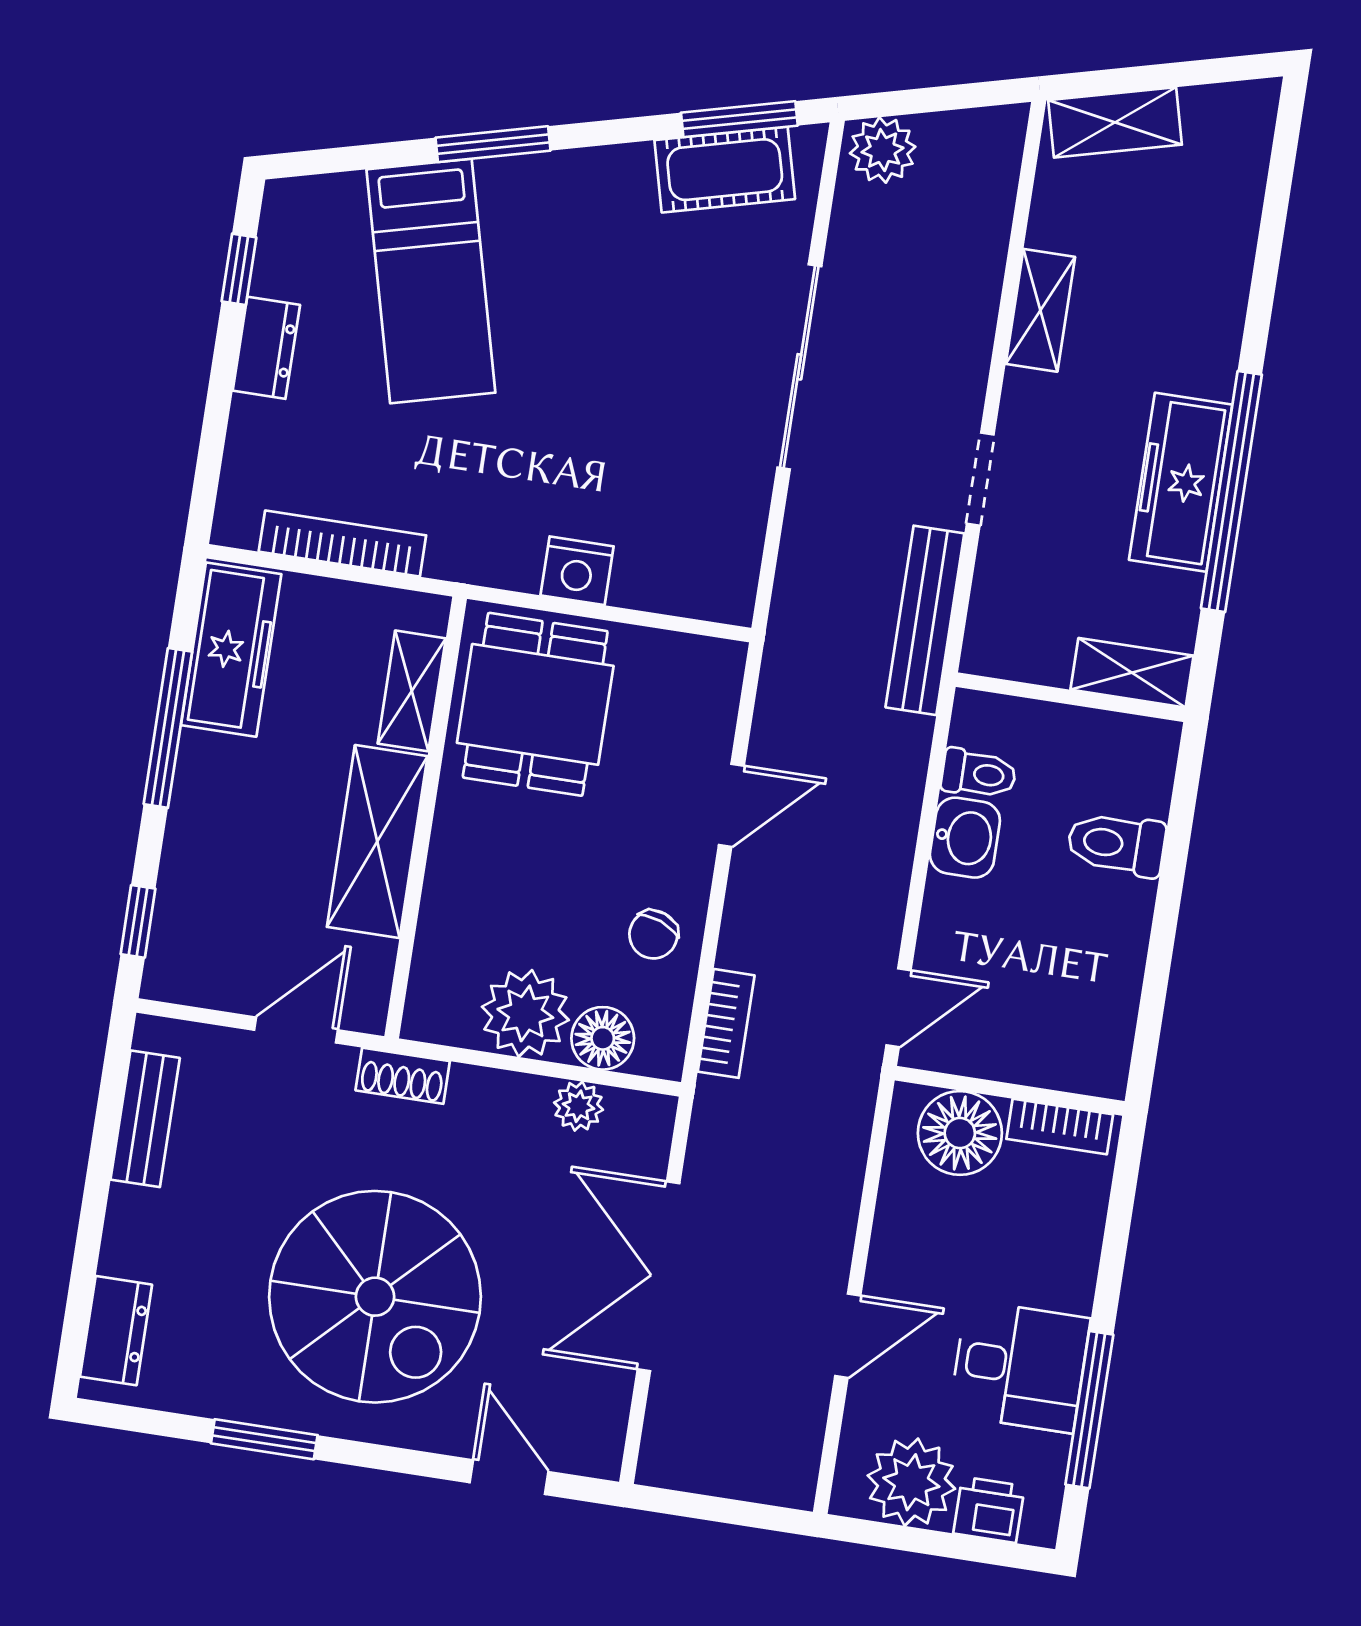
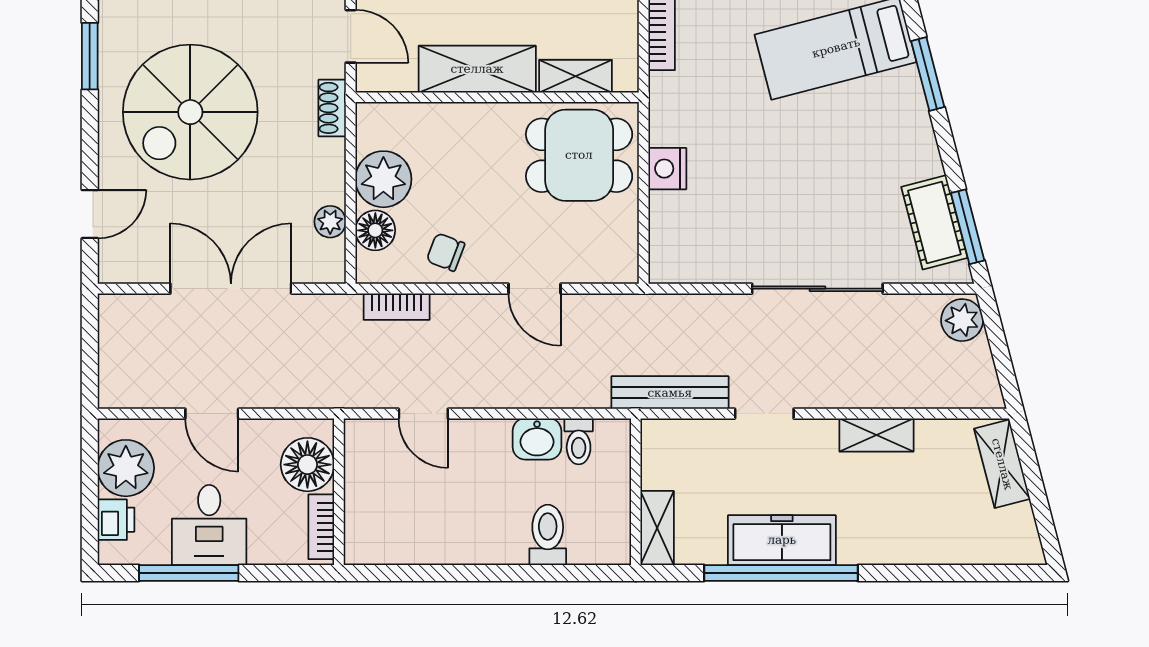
wall: (1010, 1091) -> (339, 492), moved
bookcase: (1060, 1127) -> (321, 527), moved
floor lamp: (960, 1133) -> (307, 465), moved

